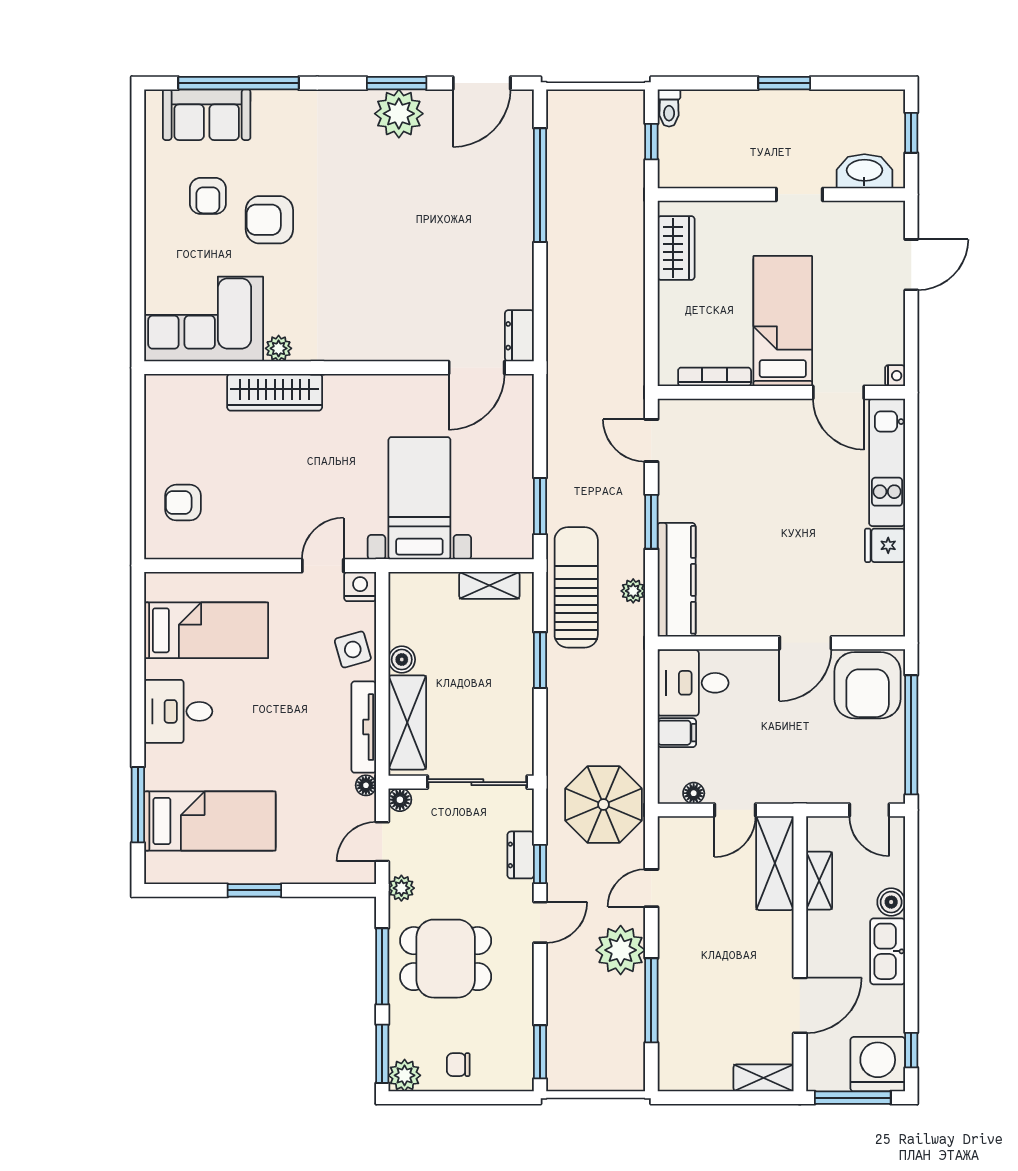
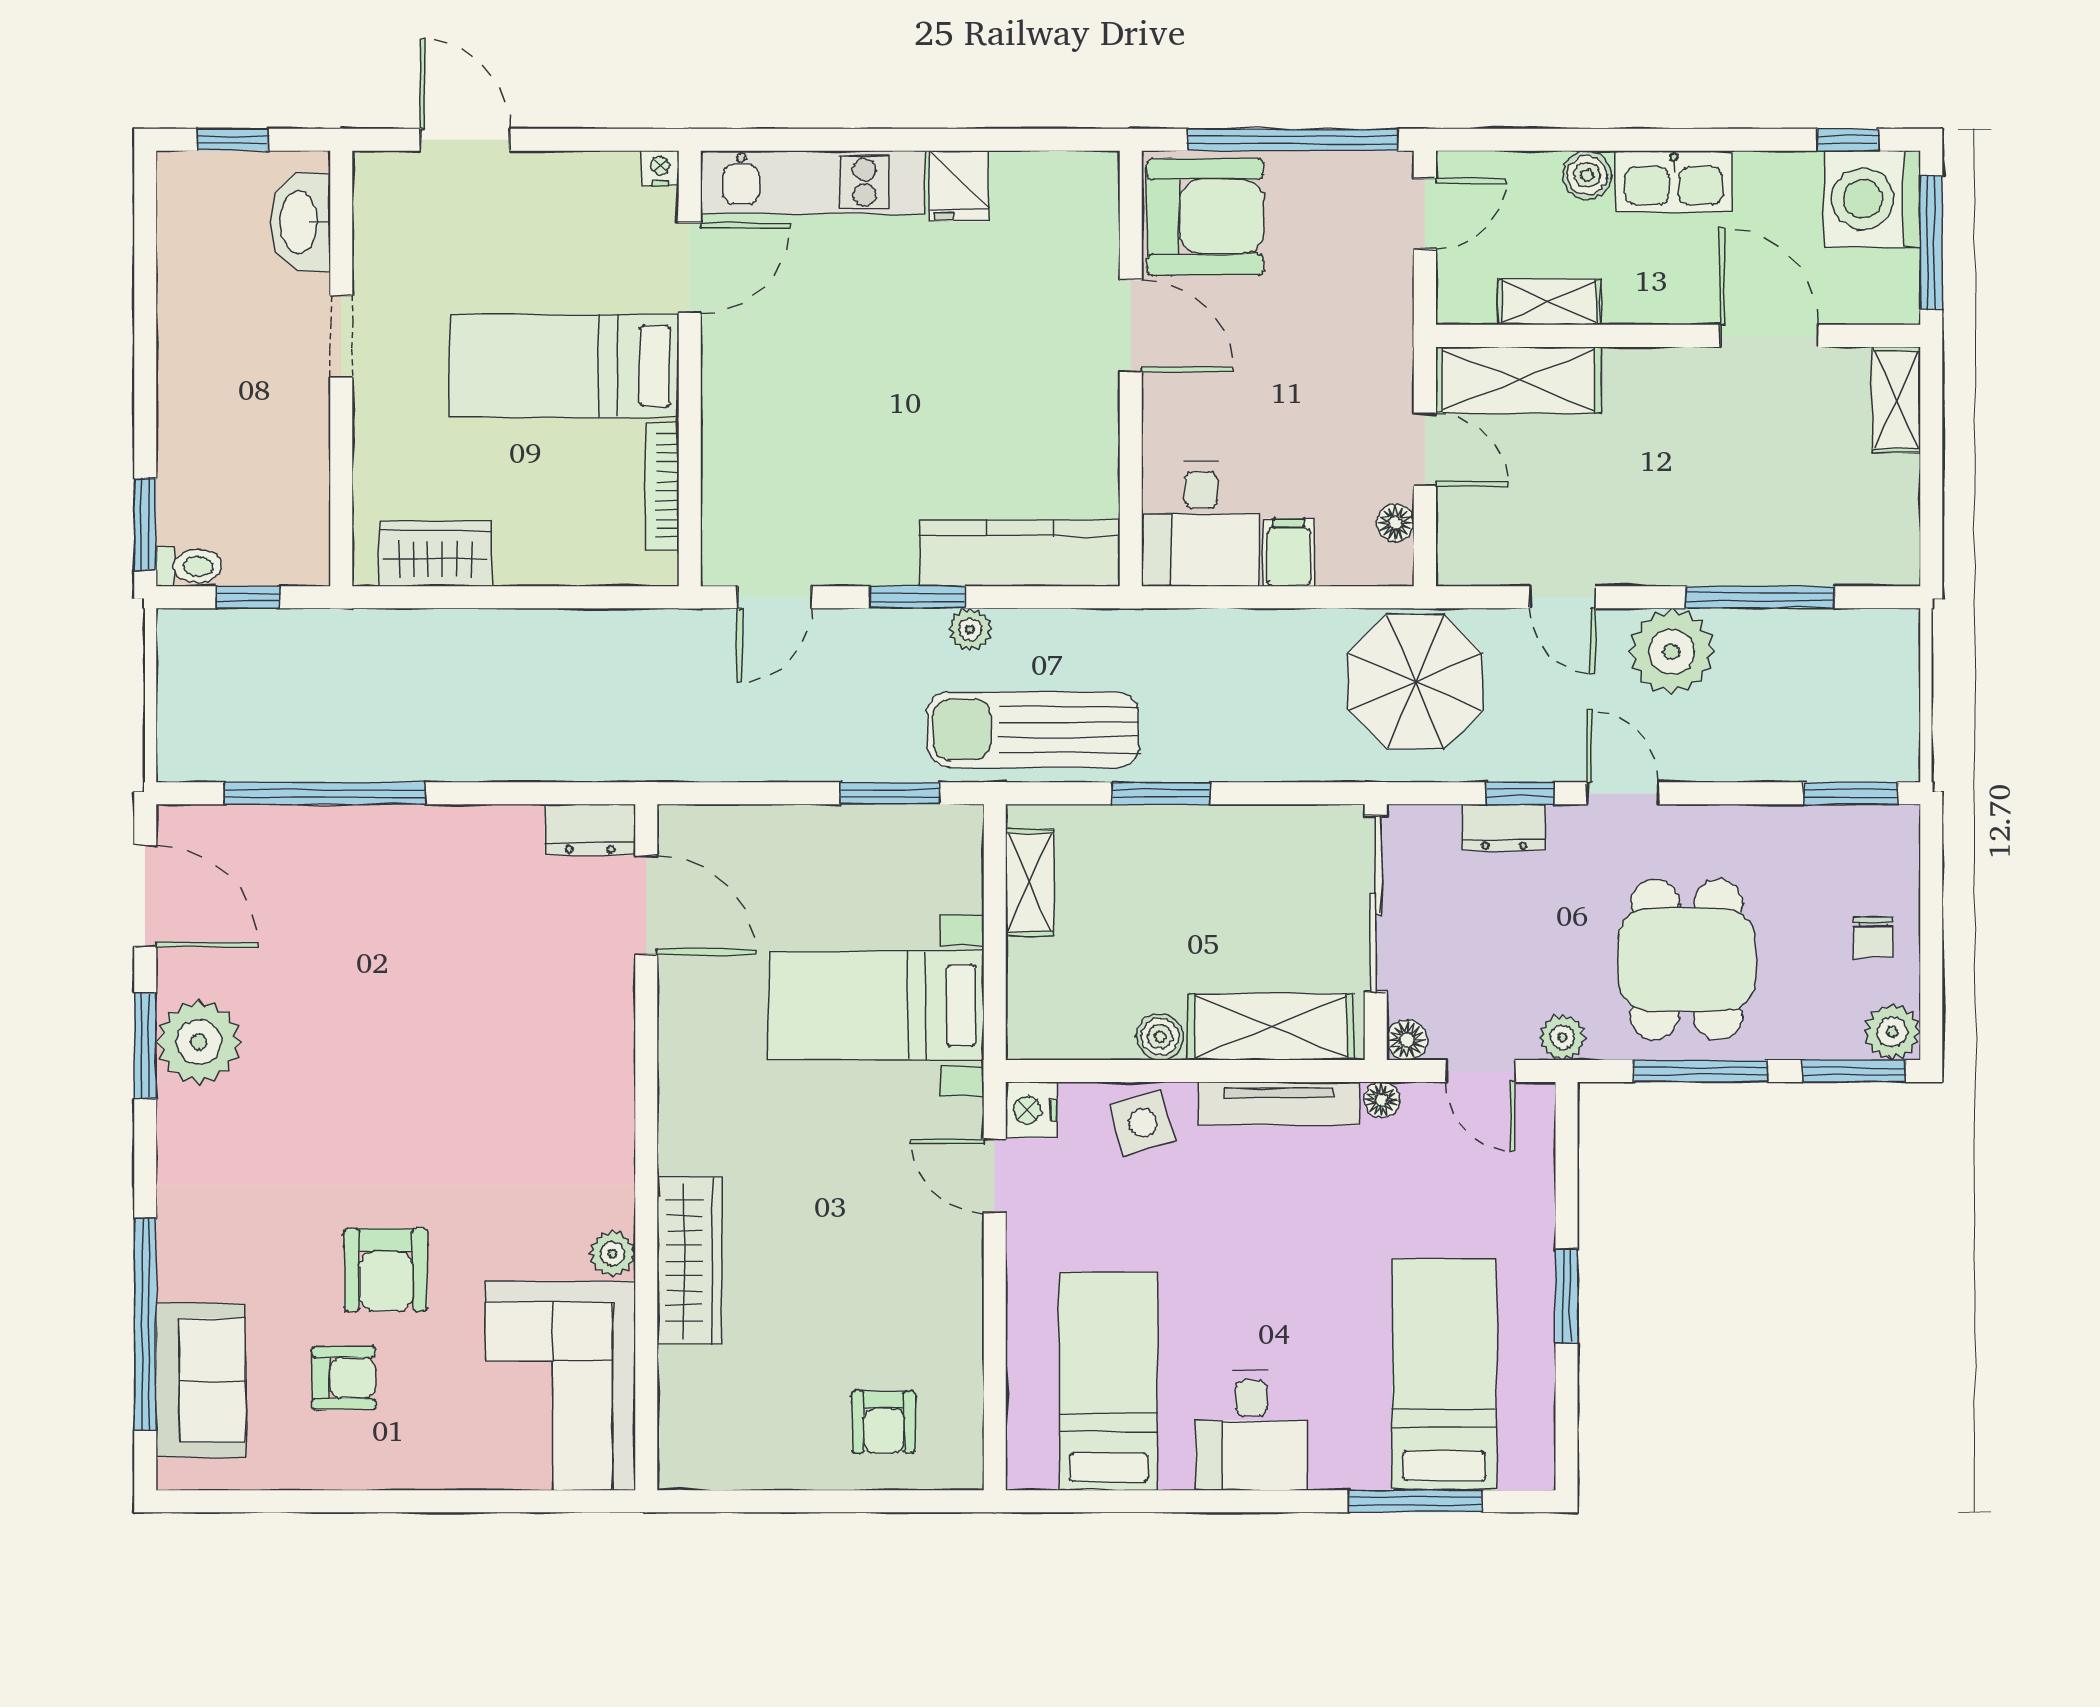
window: (784, 83) -> (145, 524), moved
plant: (633, 591) -> (970, 629), moved

